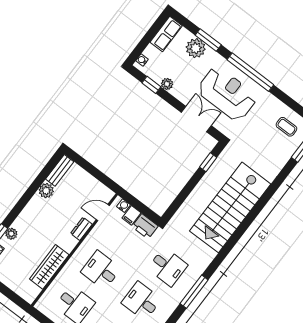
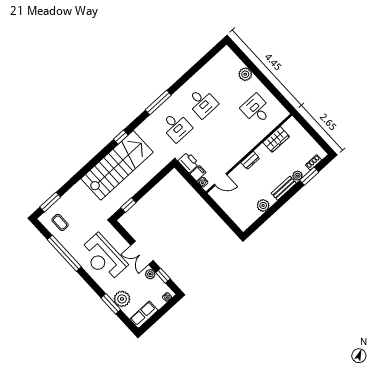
window: (250, 72) -> (64, 253), moved
double door: (196, 119) -> (142, 253), moved
bench: (60, 170) -> (284, 188), moved
dresser: (81, 229) -> (250, 160), moved
window: (232, 242) -> (121, 137), added
wardrobe: (49, 267) -> (276, 139), width x0.67
desk: (168, 267) -> (176, 126), turned 180
desk: (101, 270) -> (230, 133), removed

